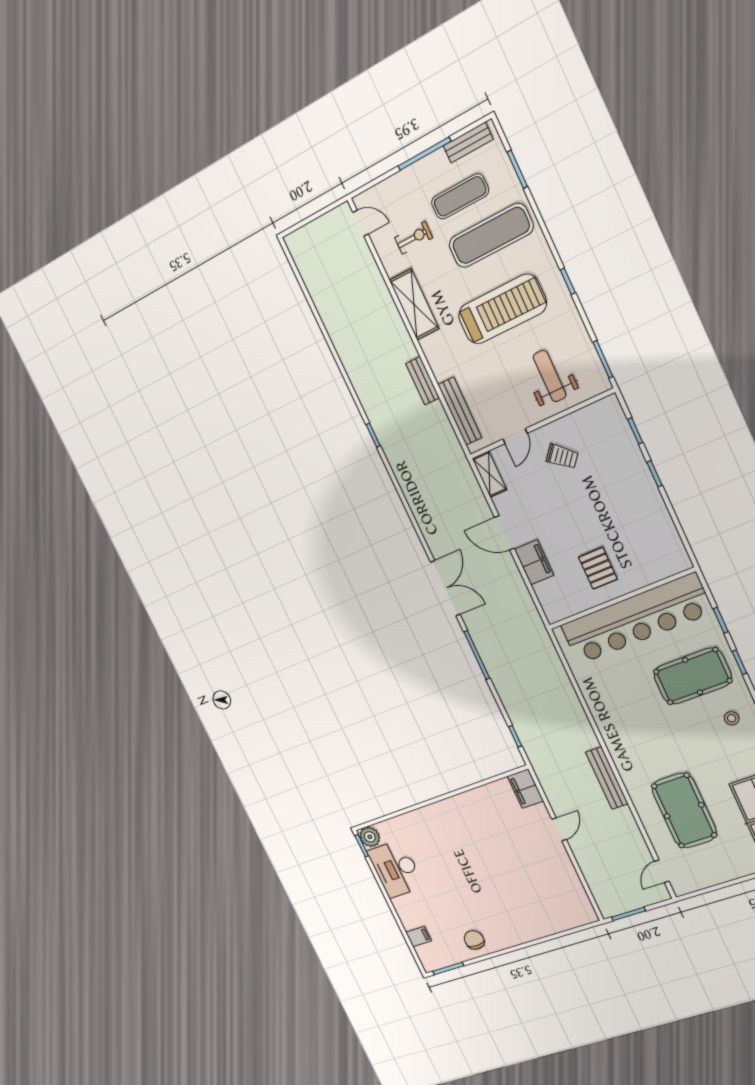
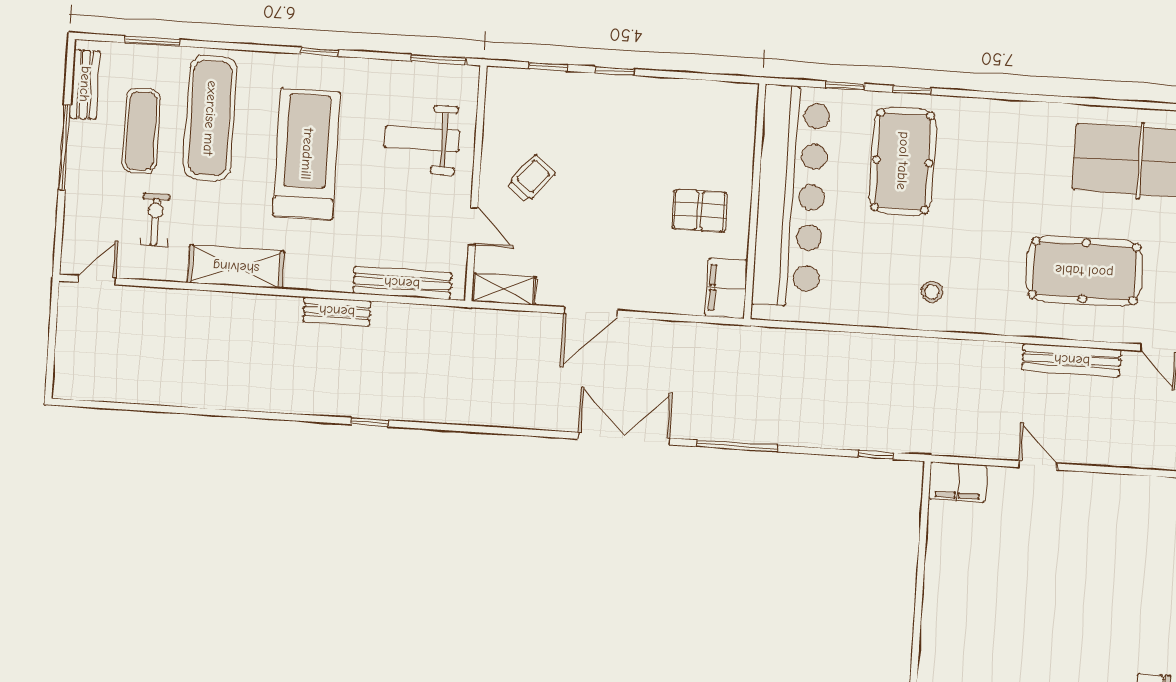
filing cabinet: (534, 562) -> (726, 288), moved, turned -90
stool: (732, 718) -> (932, 292), moved
bench: (607, 778) -> (1072, 360), moved

